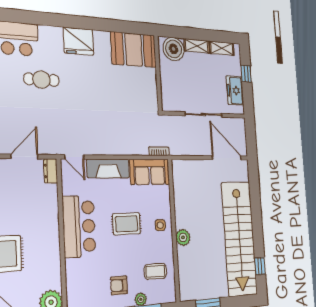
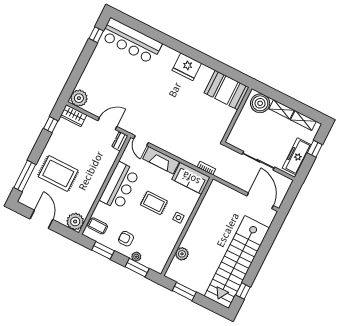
cafe table: (41, 80) -> (146, 81), removed
freezer: (235, 91) -> (297, 156), width x1.40
plant: (183, 237) -> (182, 254), moved
coffee table: (155, 271) -> (98, 226), moved

